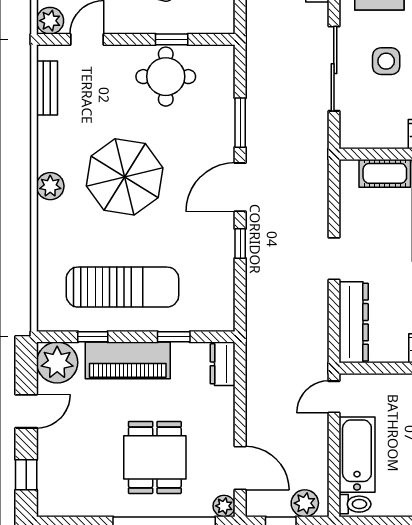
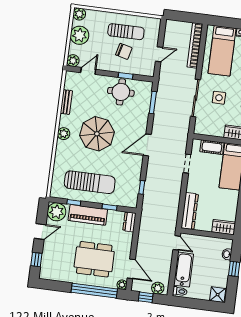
bench: (47, 88) -> (66, 102), moved
window: (240, 123) -> (153, 103), moved
window: (240, 243) -> (142, 187), moved
doorway: (334, 259) -> (187, 164), moved
door: (334, 397) -> (177, 243), swing flipped
dining table: (155, 457) -> (94, 259), width x1.37

